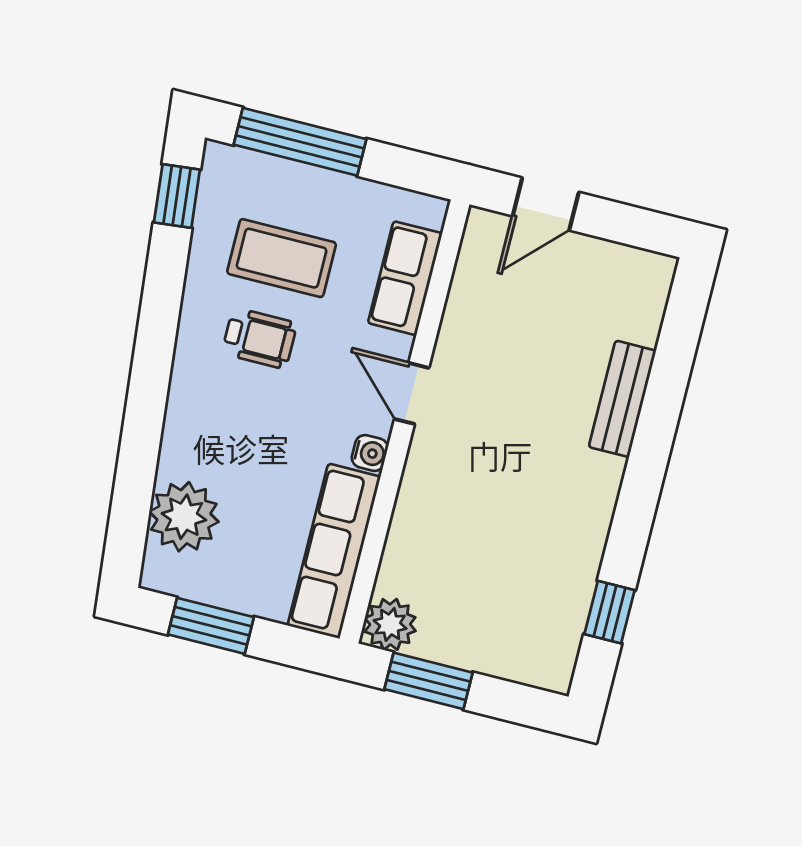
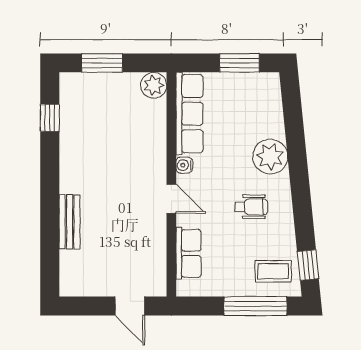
door: (546, 204) -> (130, 306), swing flipped
coffee table: (282, 258) -> (273, 271), moved, width x0.73, depth x0.77
wheelchair: (259, 338) -> (251, 207), turned 180
plant: (184, 517) -> (270, 157), moved
window: (429, 681) -> (102, 63), moved

